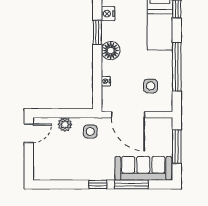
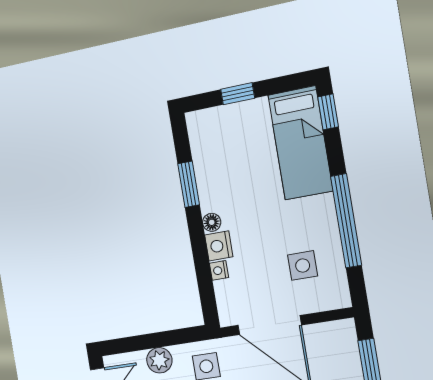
nightstand: (108, 14) -> (219, 246), moved
floor lamp: (111, 51) -> (212, 222), width x0.53, depth x0.53

